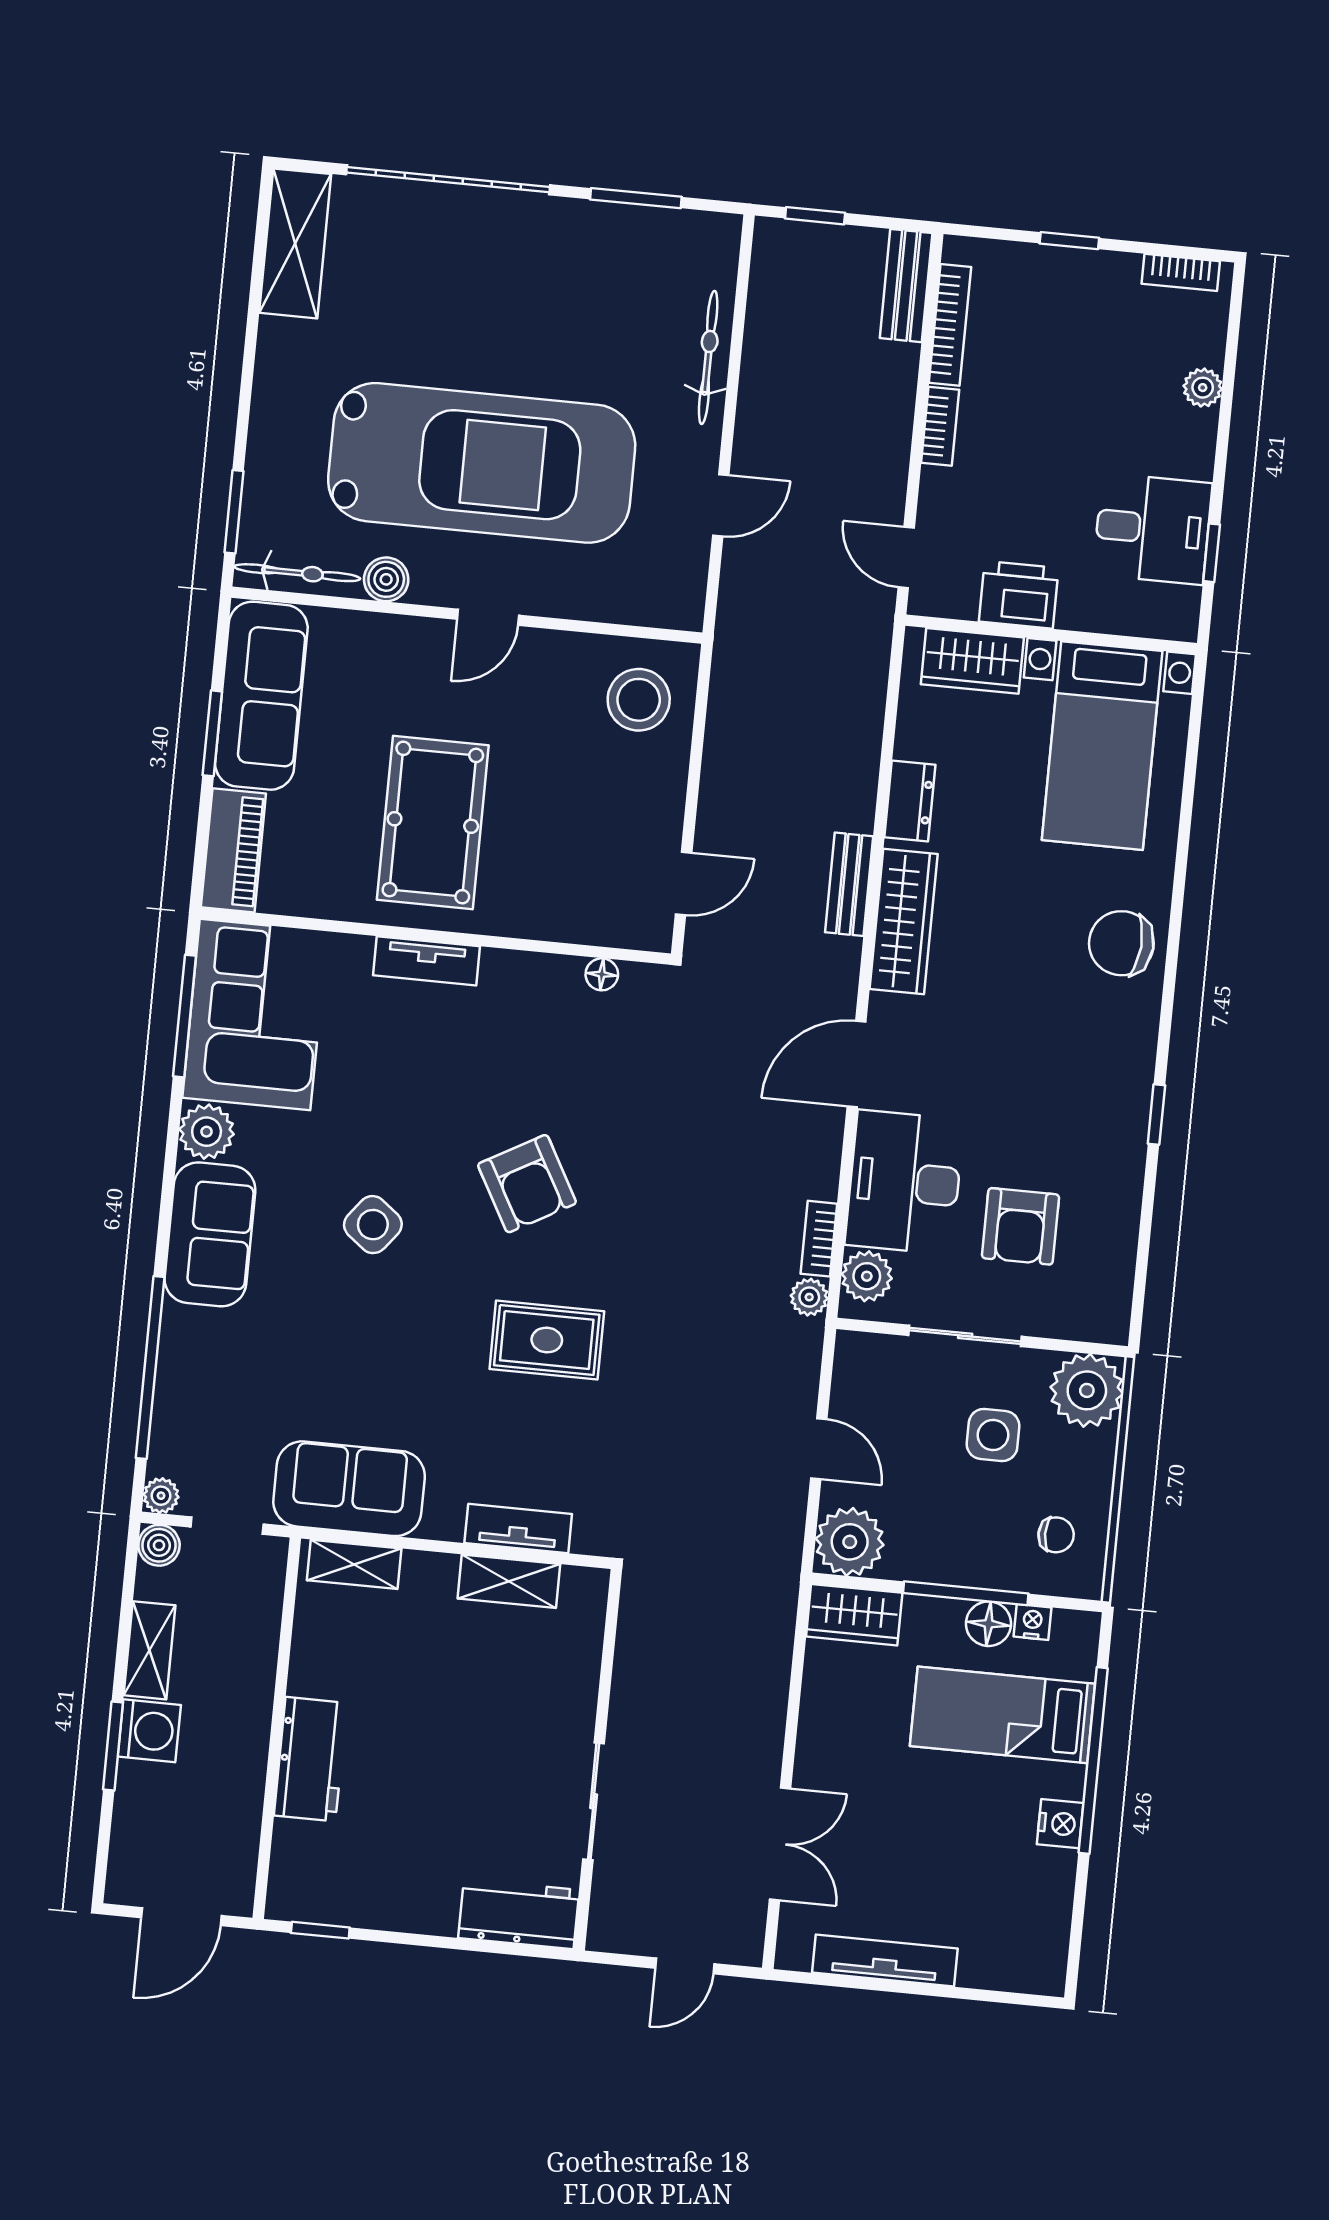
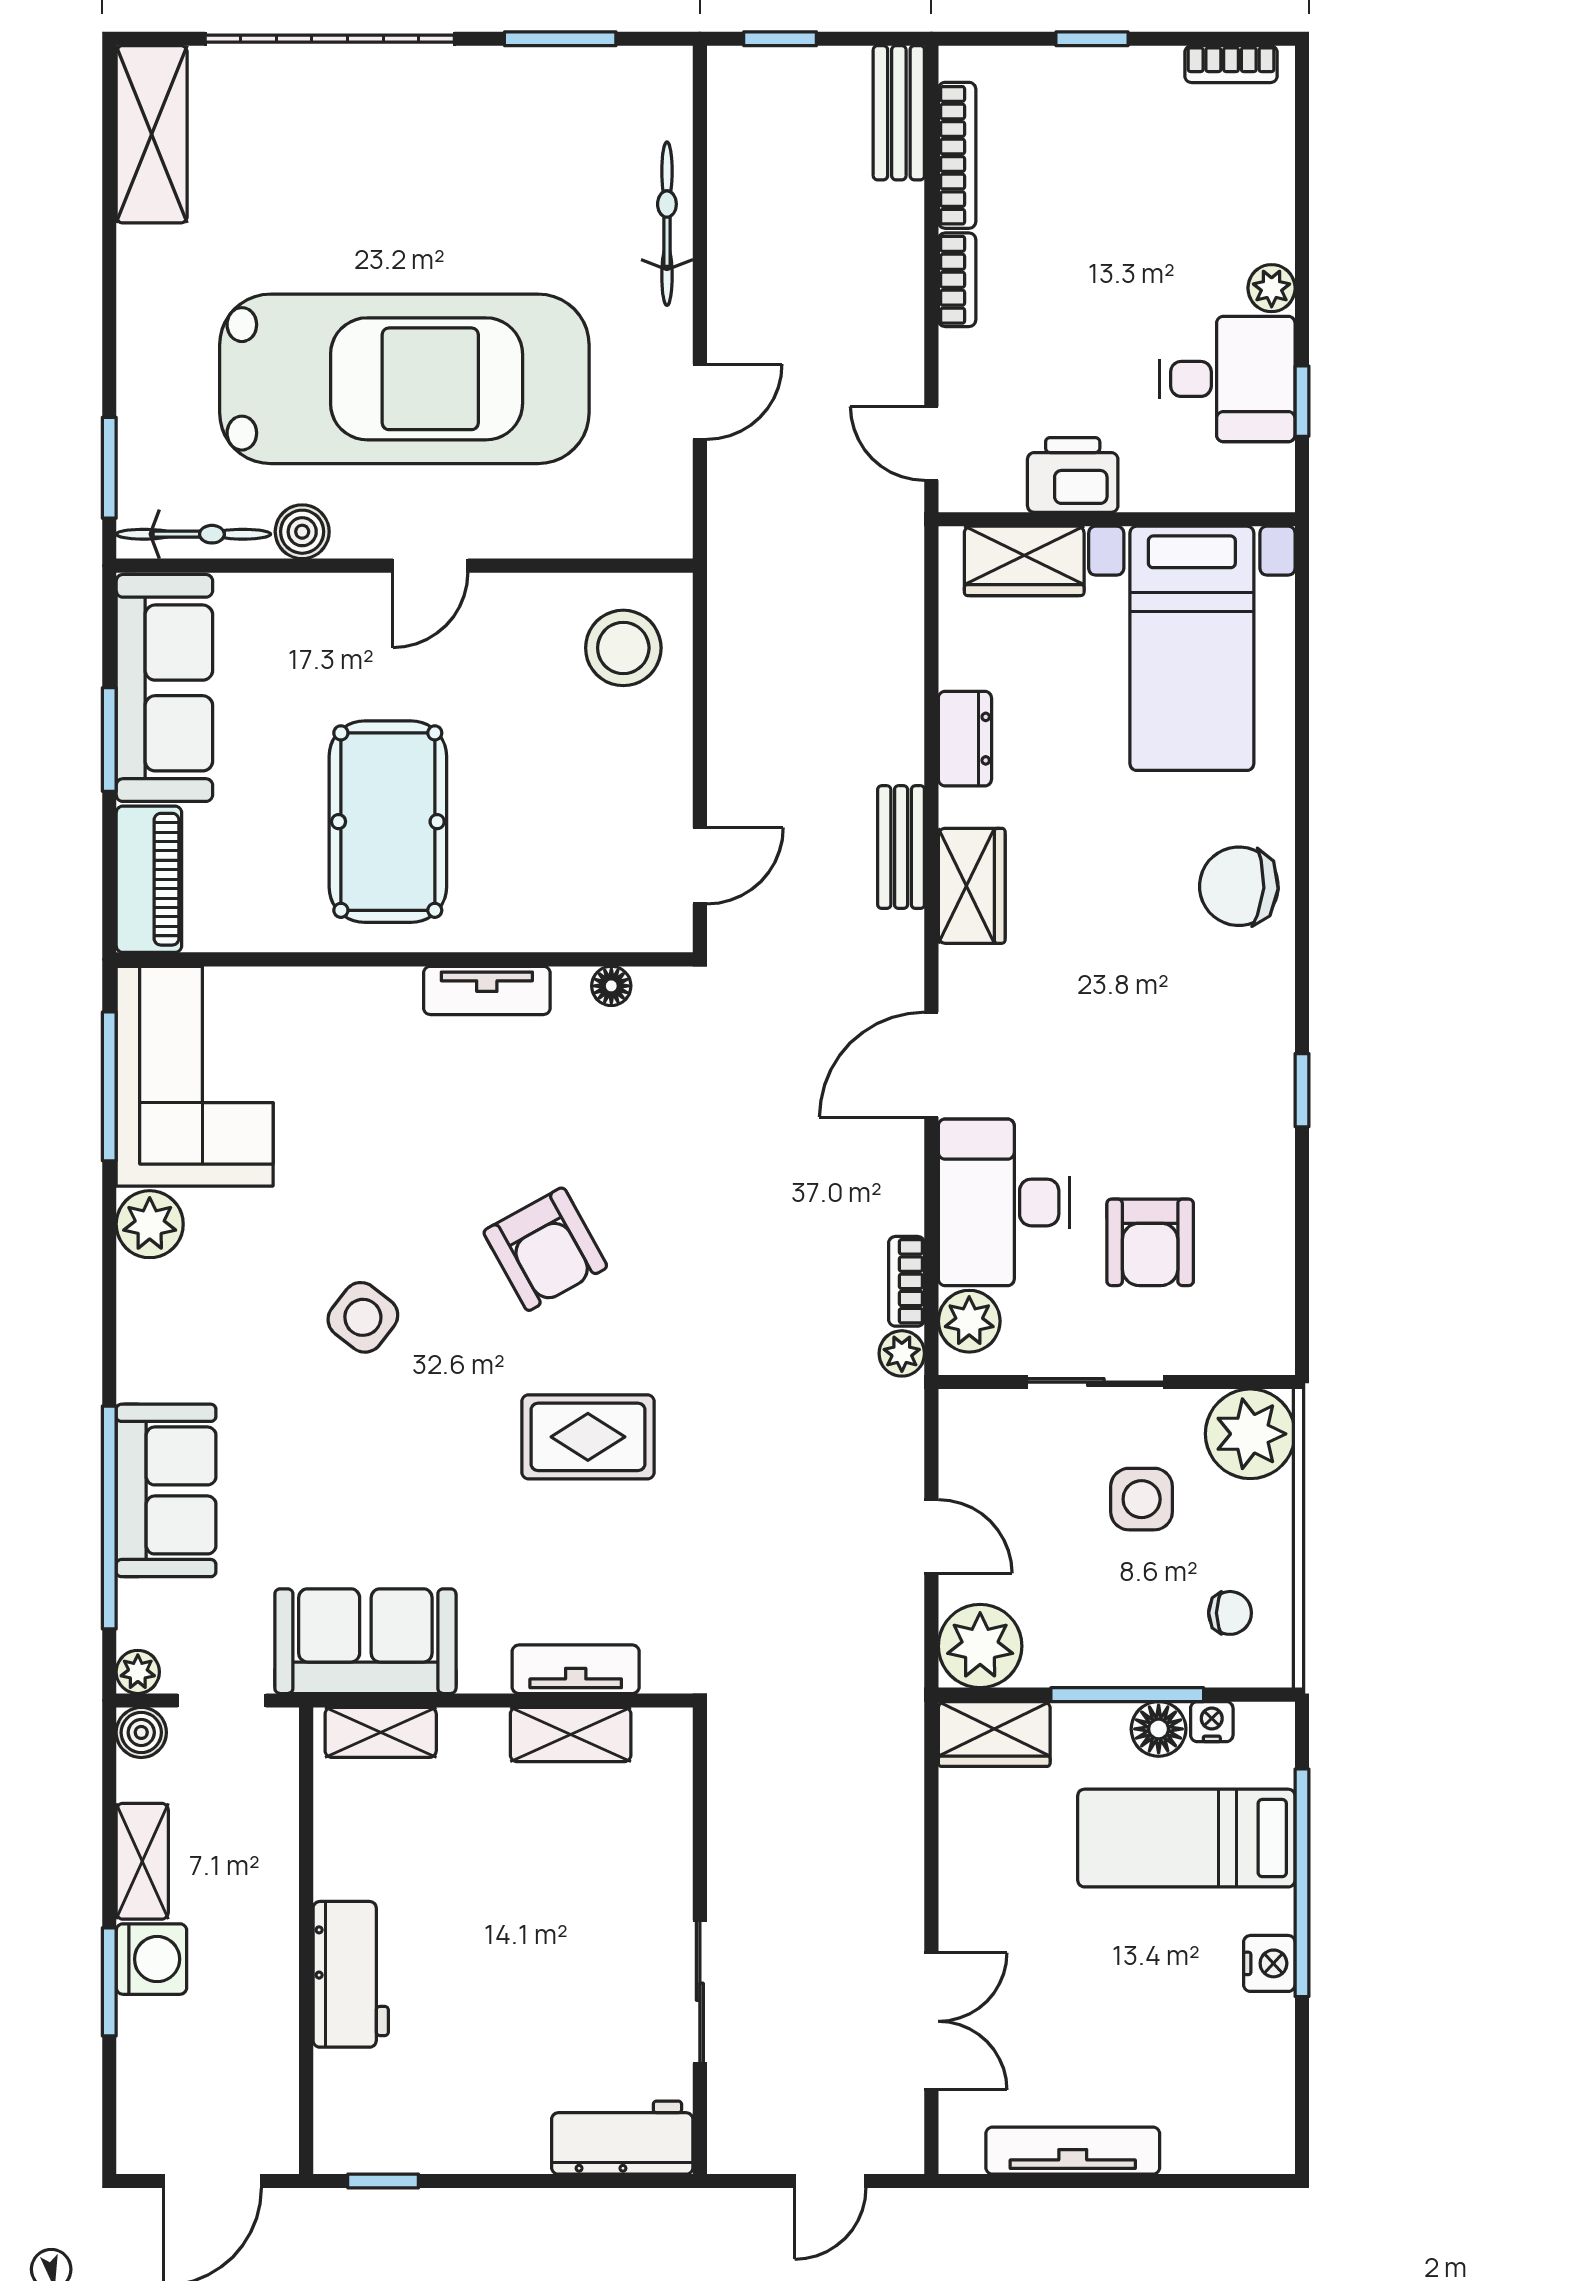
plant: (1203, 388) -> (1272, 288), moved
wardrobe: (904, 922) -> (972, 886), width x0.67
tv unit: (427, 961) -> (487, 990), moved
sofa: (210, 1234) -> (166, 1490), moved

